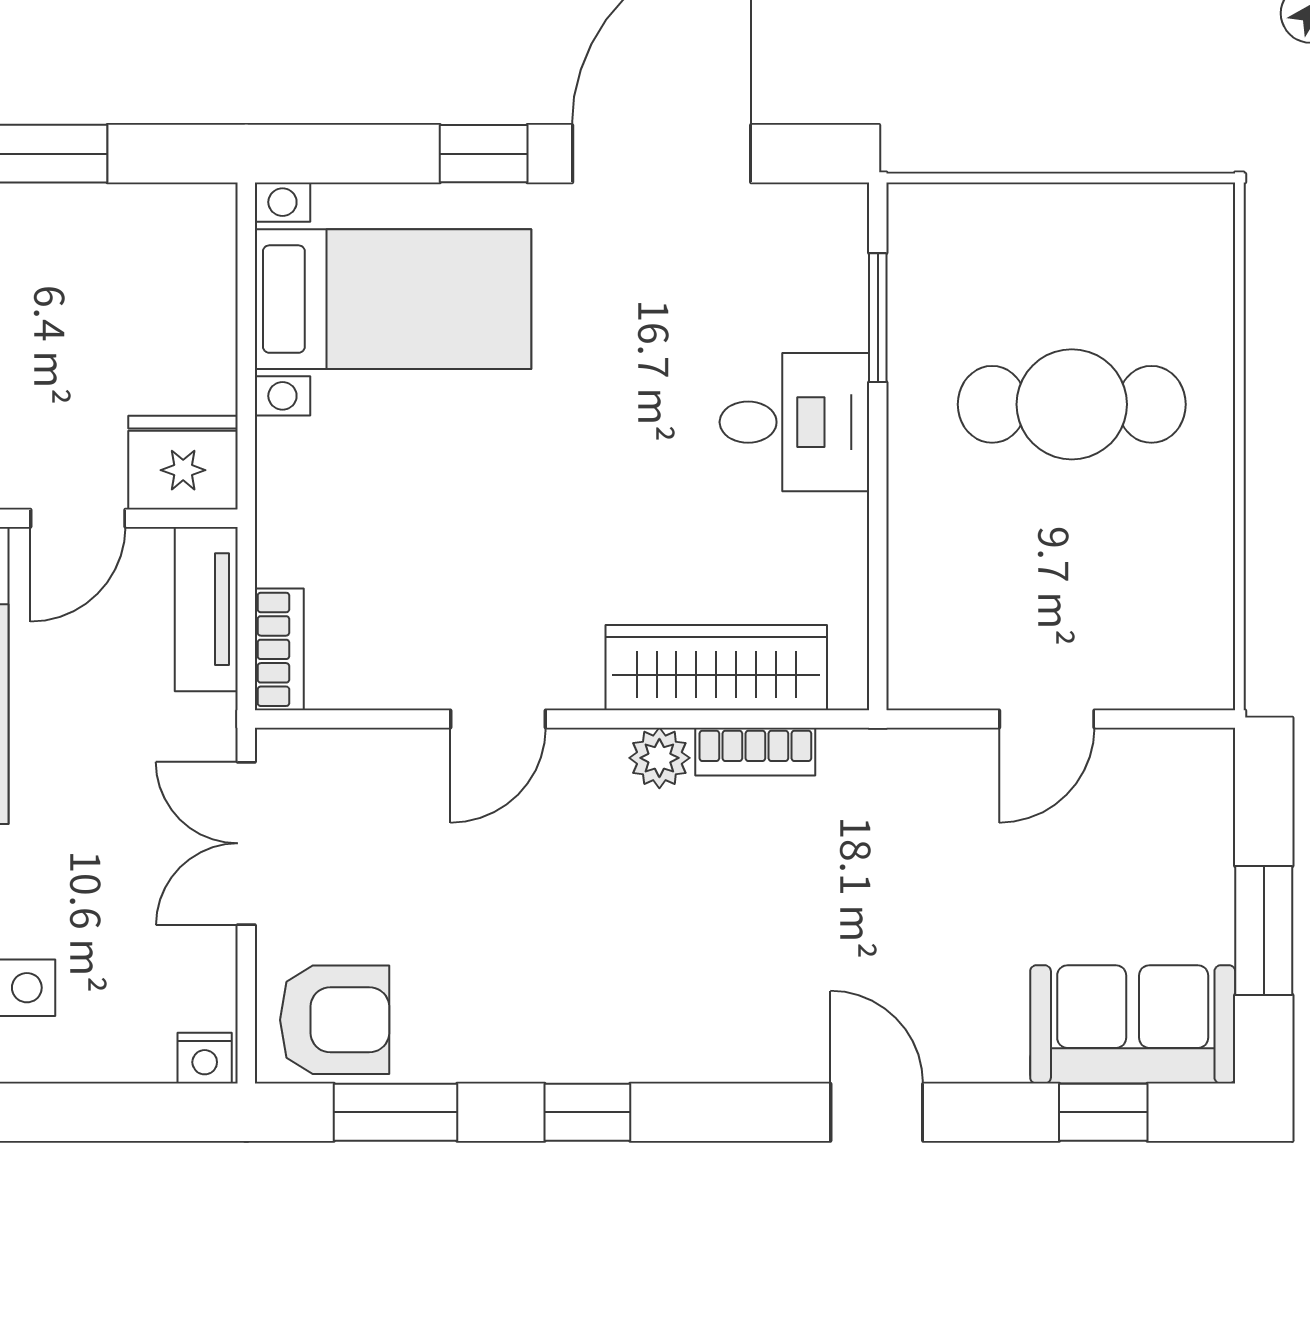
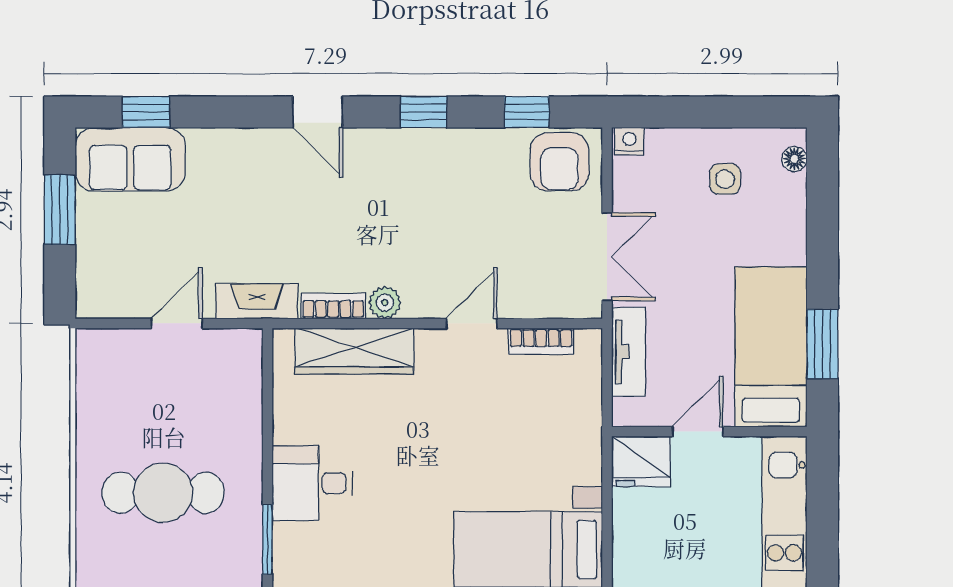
tv unit: (206, 609) -> (629, 352), moved
bookcase: (279, 649) -> (541, 341), moved, turned -90
fireplace: (897, 760) -> (257, 301), added
armchair: (335, 1020) -> (560, 162), turned -90
window: (395, 1112) -> (527, 112), width x0.67
door: (877, 1112) -> (318, 112), moved

